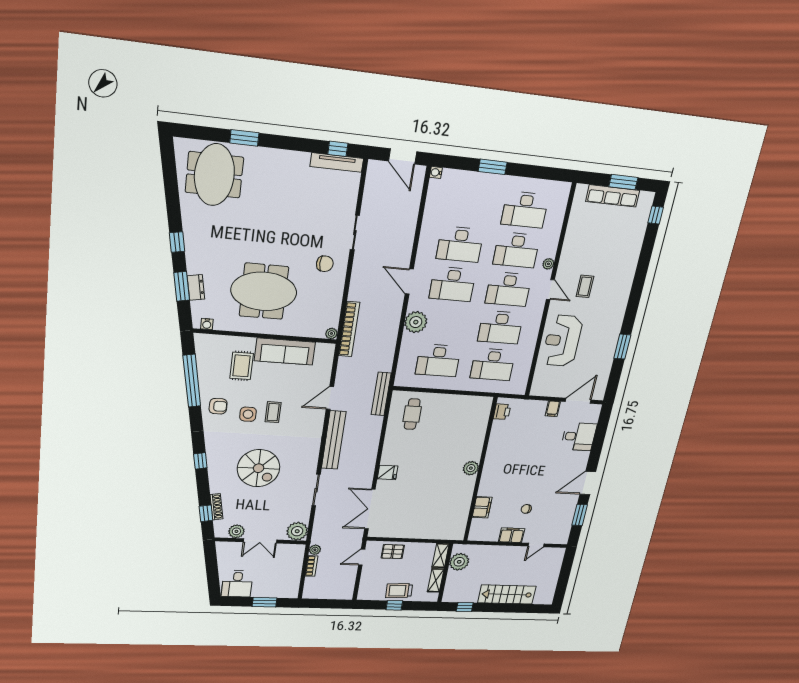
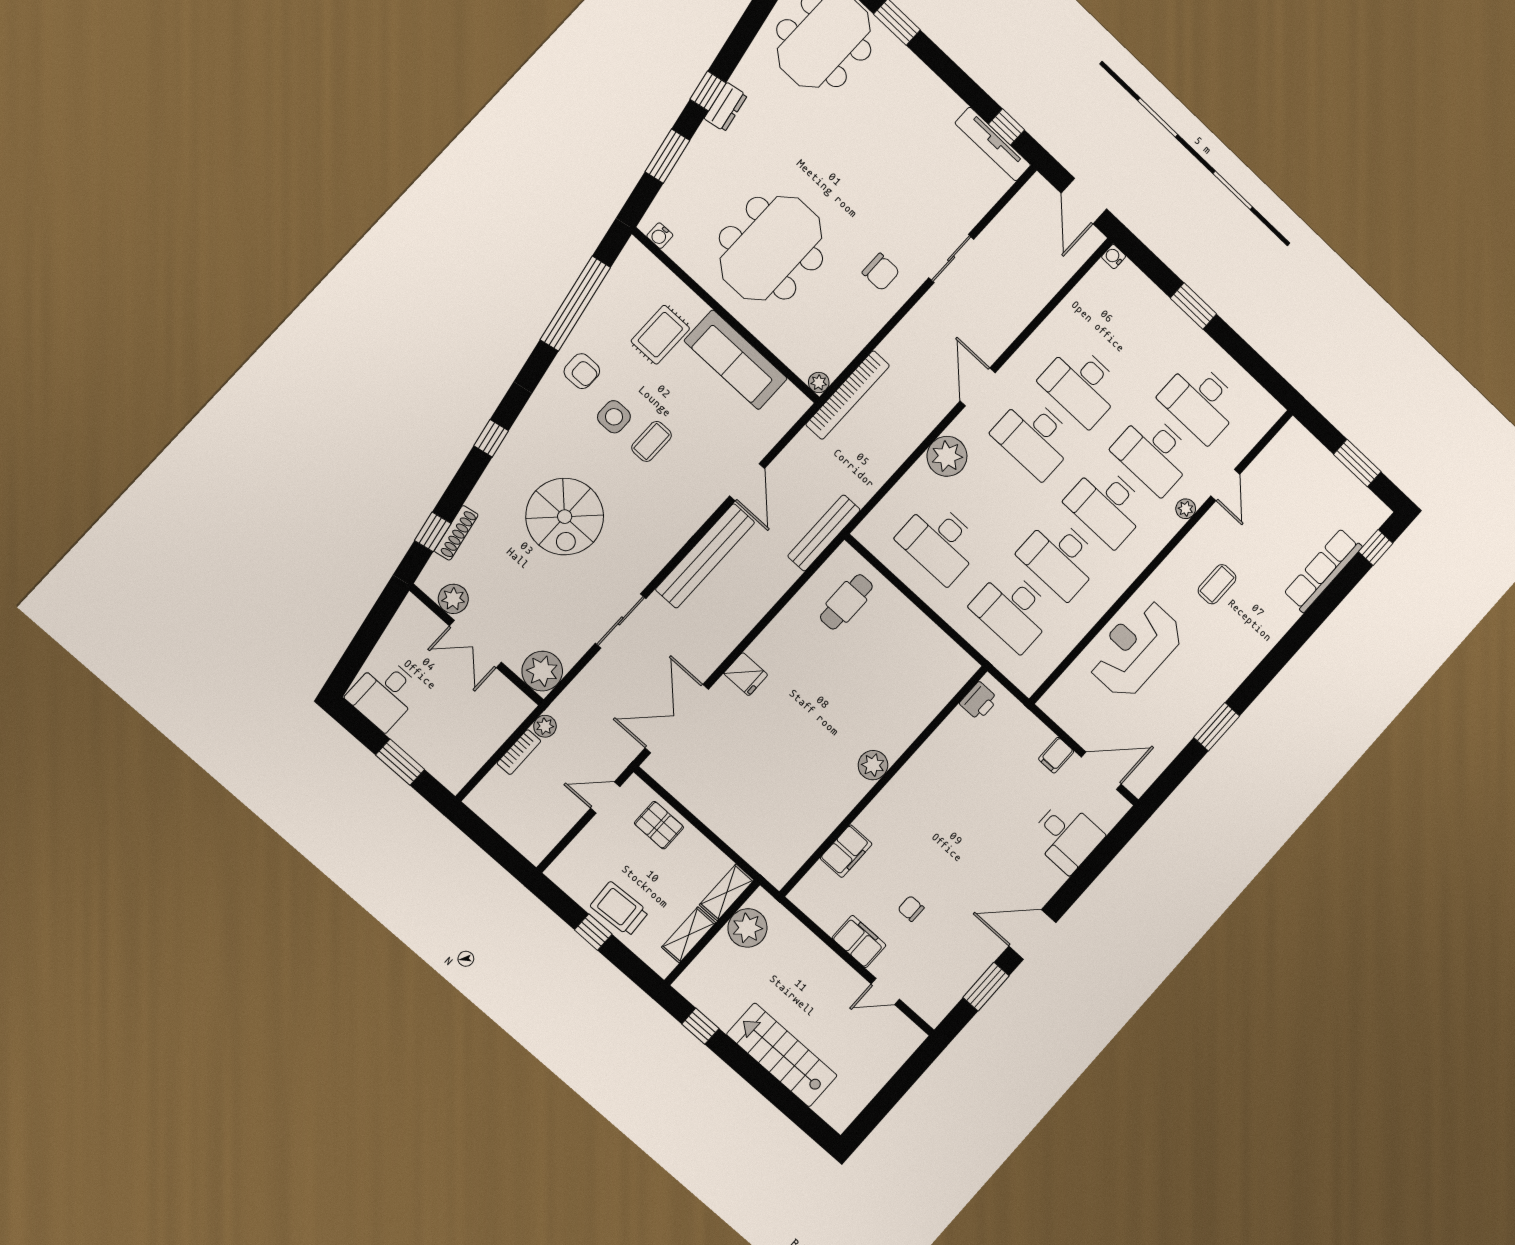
row of seats: (613, 196) -> (1323, 570), moved, turned 90
dresser: (196, 287) -> (726, 107), moved
door: (550, 290) -> (1225, 485), moved
meeting table: (264, 291) -> (771, 248), turned 90
door: (330, 398) -> (747, 482), swing flipped

